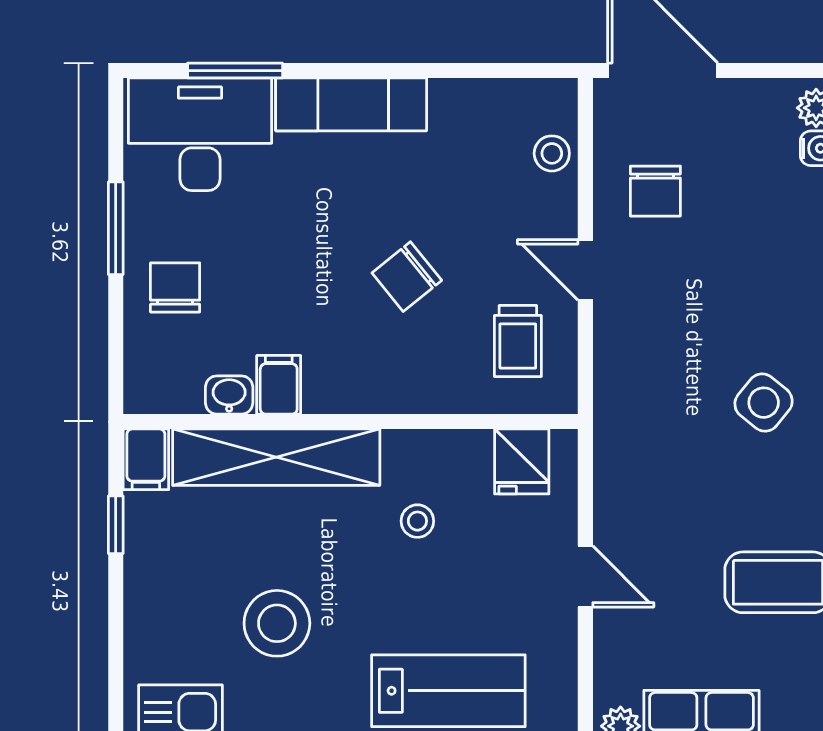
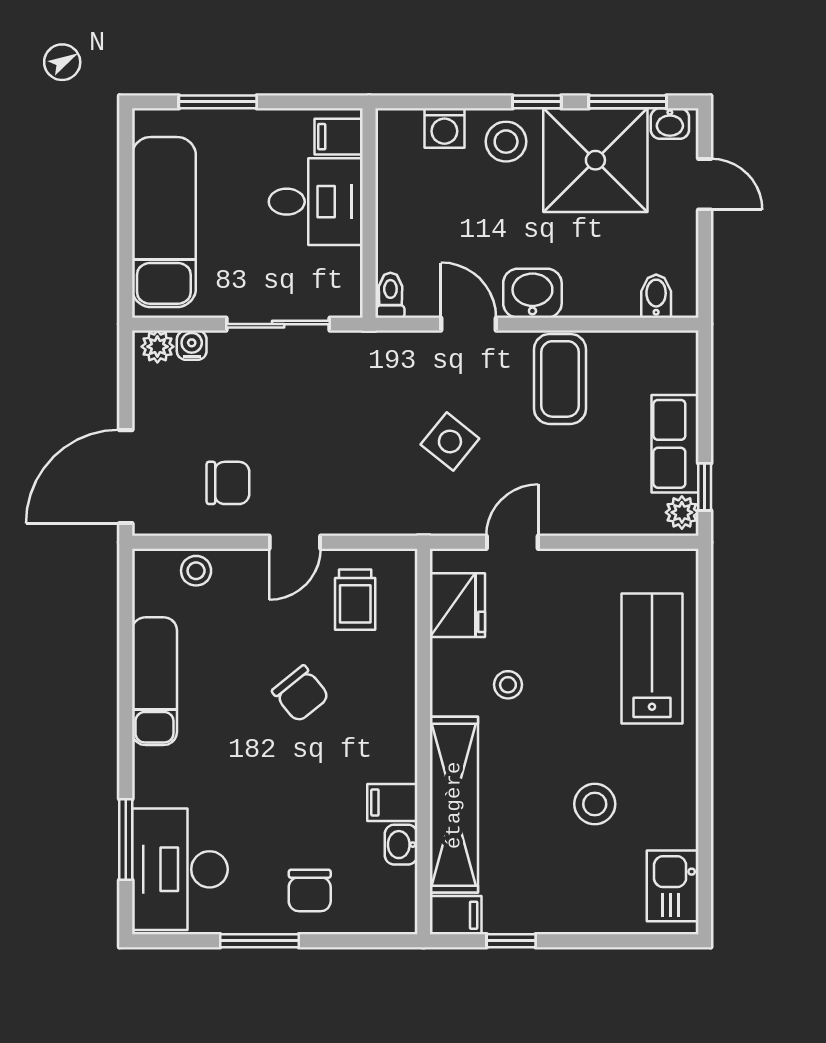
exam couch: (351, 104) -> (154, 681), moved
chair: (175, 287) -> (310, 890), turned -90
trolley: (518, 341) -> (355, 600), turned 90
side table: (764, 403) -> (450, 441), moved
fridge: (522, 461) -> (457, 605), width x1.38
door: (585, 576) -> (512, 542), moved
stool: (277, 623) -> (595, 804), width x0.73, depth x0.73

